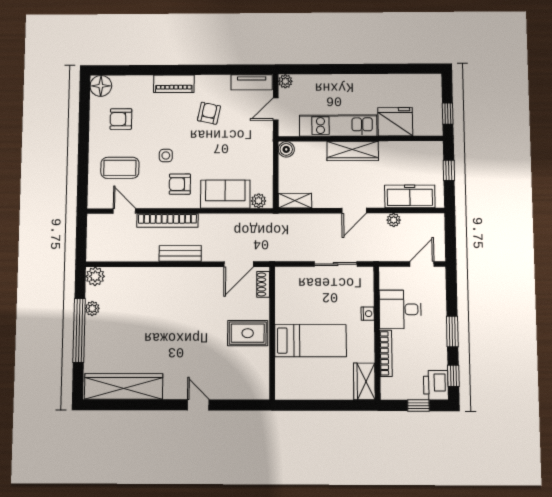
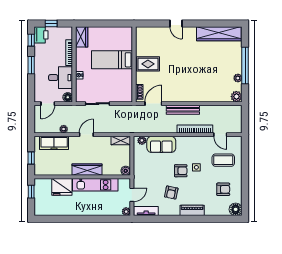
armchair: (180, 184) -> (181, 171), moved
bench: (180, 253) -> (183, 110), width x1.36
floor lamp: (387, 275) -> (68, 97), added

